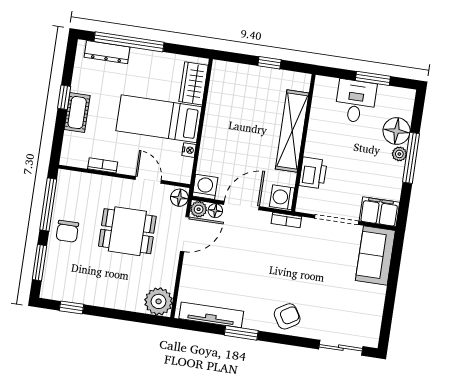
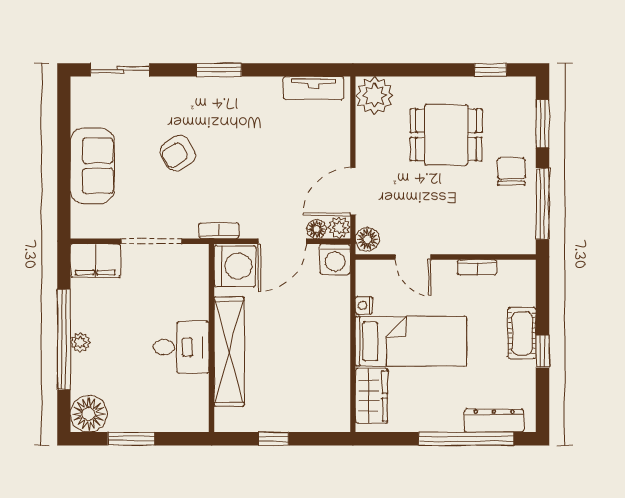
desk: (356, 101) -> (181, 347), moved, turned -90
floor lamp: (397, 131) -> (89, 414), moved
window: (411, 158) -> (64, 339), width x1.46
printer: (313, 173) -> (193, 299), removed
washing machine: (282, 197) -> (235, 266), width x1.37, depth x1.37
dining table: (127, 231) -> (446, 135), moved
sofa: (375, 255) -> (92, 166), moved
tv unit: (211, 315) -> (313, 88), width x0.71
armchair: (287, 316) -> (178, 153), moved
window: (241, 333) -> (219, 70), moved

